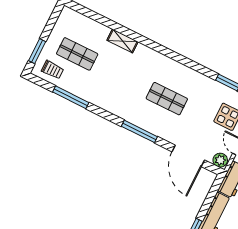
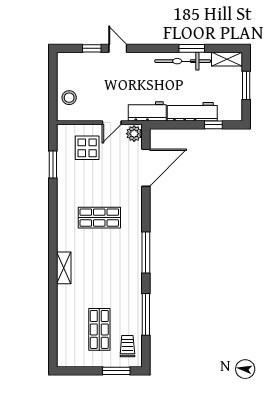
shelving: (122, 41) -> (64, 268), moved
shop shelf: (167, 99) -> (99, 218), turned 90
window: (139, 131) -> (146, 252), moved

